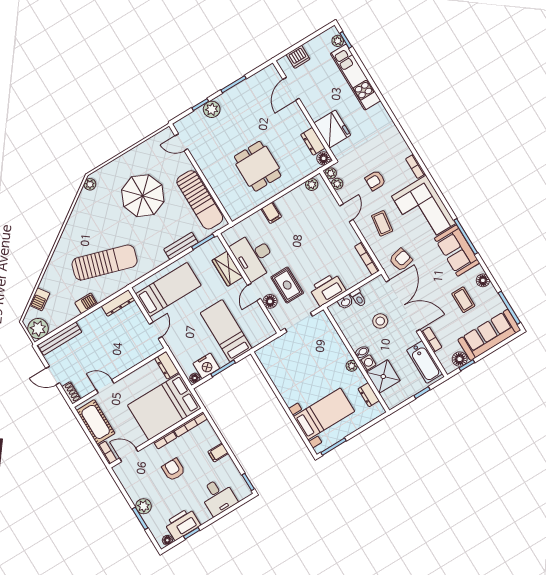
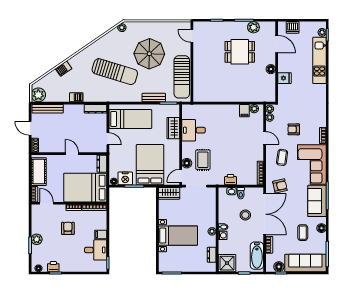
door: (291, 89) -> (277, 44), swing flipped
plant: (212, 109) -> (253, 27), moved
fridge: (332, 129) -> (285, 78), width x0.53, depth x0.75
dresser: (313, 141) -> (271, 83), removed
floor lamp: (324, 158) -> (271, 69), moved
dining table: (258, 166) -> (240, 52), moved, turned 90
filing cabinet: (271, 213) -> (244, 111), moved
door: (346, 213) -> (265, 138), hinge flipped
desk: (254, 256) -> (194, 130), width x0.73
sun lounger: (105, 262) -> (115, 72), moved
printer: (328, 290) -> (231, 180), width x0.53, depth x0.68
door: (254, 292) -> (181, 176), moved
barbecue: (40, 299) -> (64, 69), moved
door: (156, 330) -> (108, 139), hinge flipped
bed: (226, 331) -> (150, 165), width x1.50
wardrobe: (271, 351) -> (169, 193), added
shower: (383, 377) -> (227, 263), moved
door: (105, 386) -> (72, 154), moved
bed with nightstands: (324, 414) -> (178, 236), moved
desk: (218, 497) -> (96, 250), moved, turned -90
printer: (182, 524) -> (53, 267), width x0.53, depth x0.68

